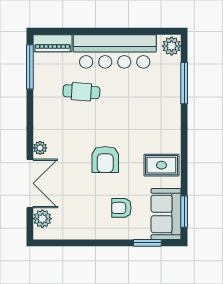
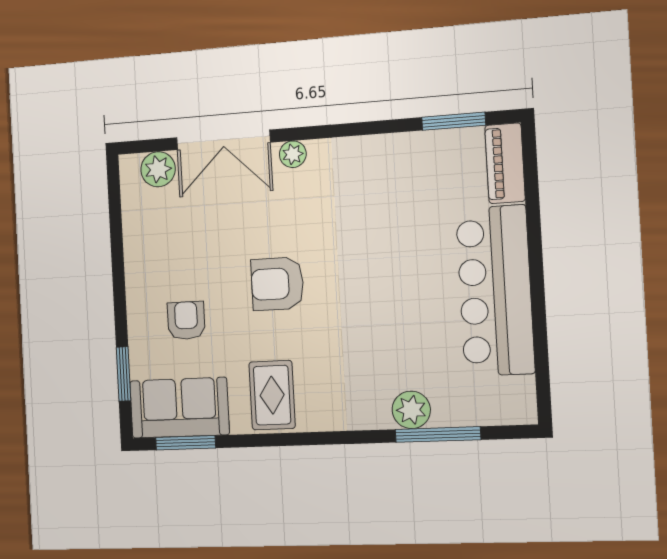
plant: (172, 46) -> (411, 410), moved
window: (30, 67) -> (454, 121), width x0.69
cafe table: (81, 92) -> (409, 228), removed

